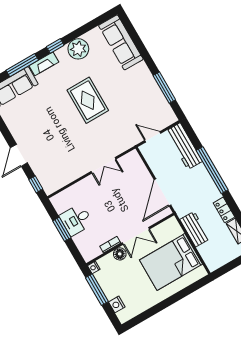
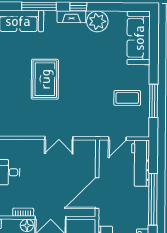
fireplace: (44, 64) -> (71, 17), moved
coffee table: (141, 98) -> (127, 98), added
rug: (88, 100) -> (45, 79), moved
door: (153, 137) -> (117, 139), swing flipped

